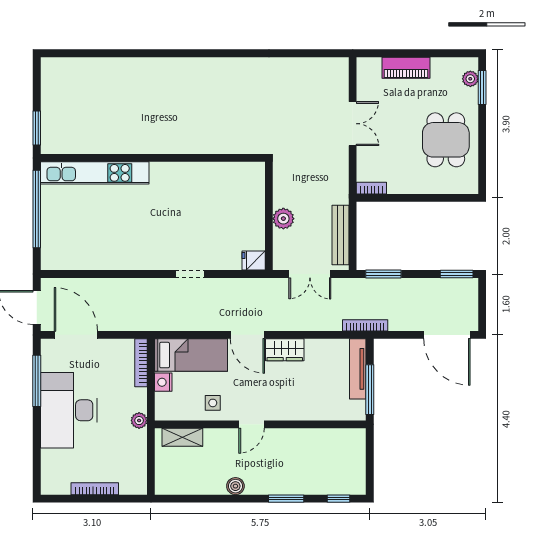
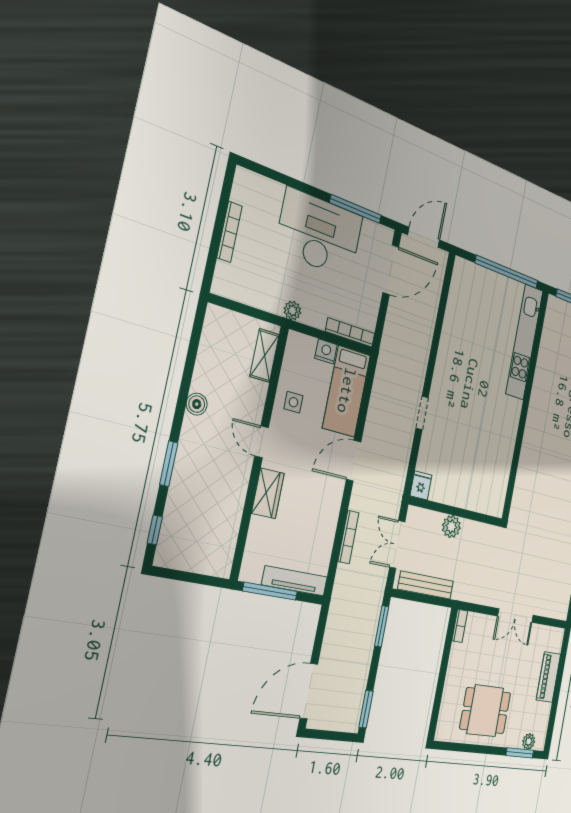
bookcase: (365, 325) -> (348, 537), moved
wardrobe: (285, 350) -> (268, 493), moved, turned 180

